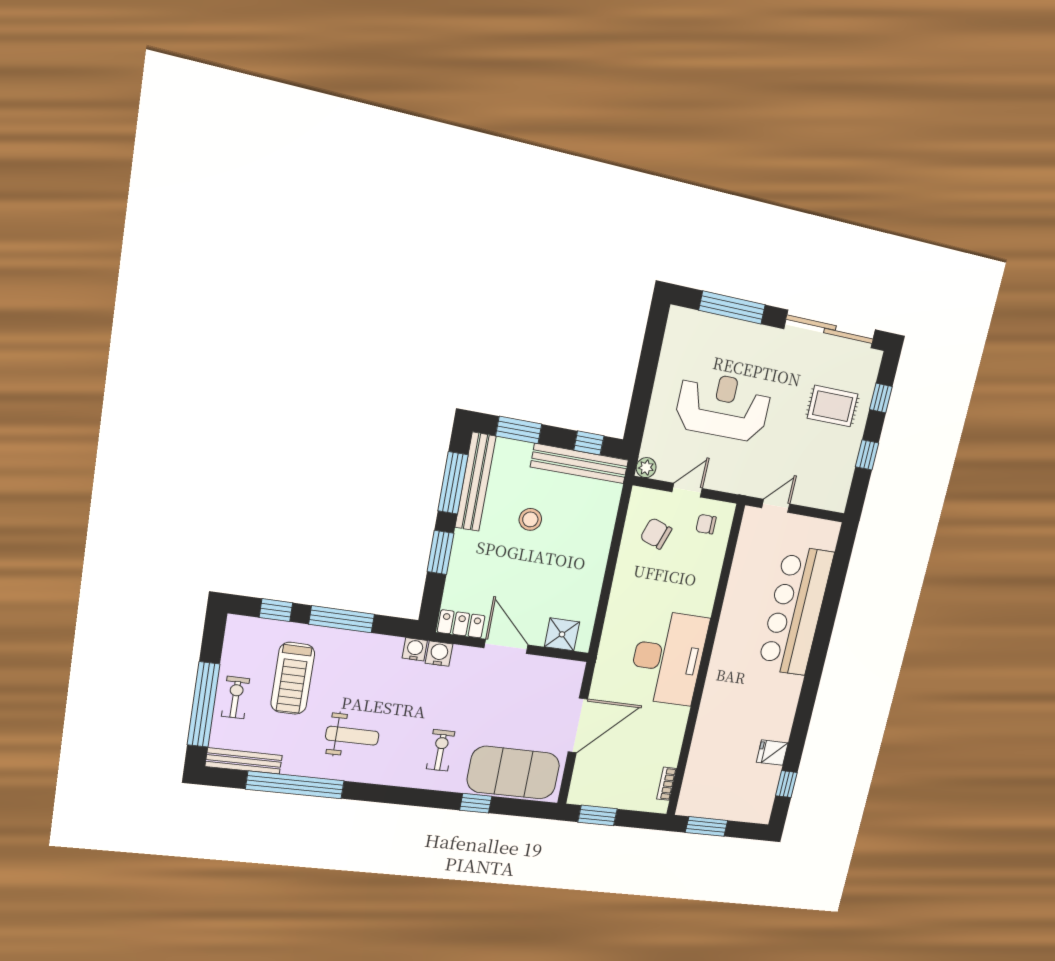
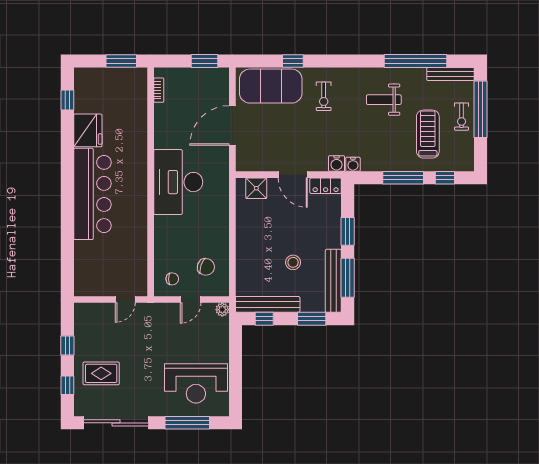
reception desk: (723, 406) -> (196, 383), moved
bar counter: (796, 611) -> (92, 194), moved
fridge: (772, 753) -> (88, 130), width x1.88, depth x1.34

